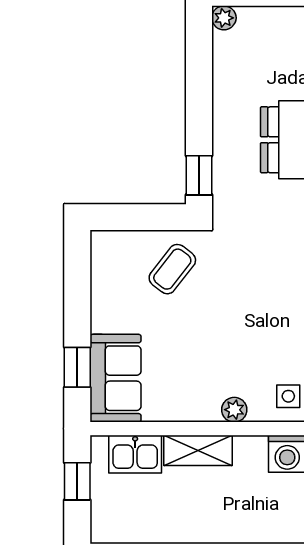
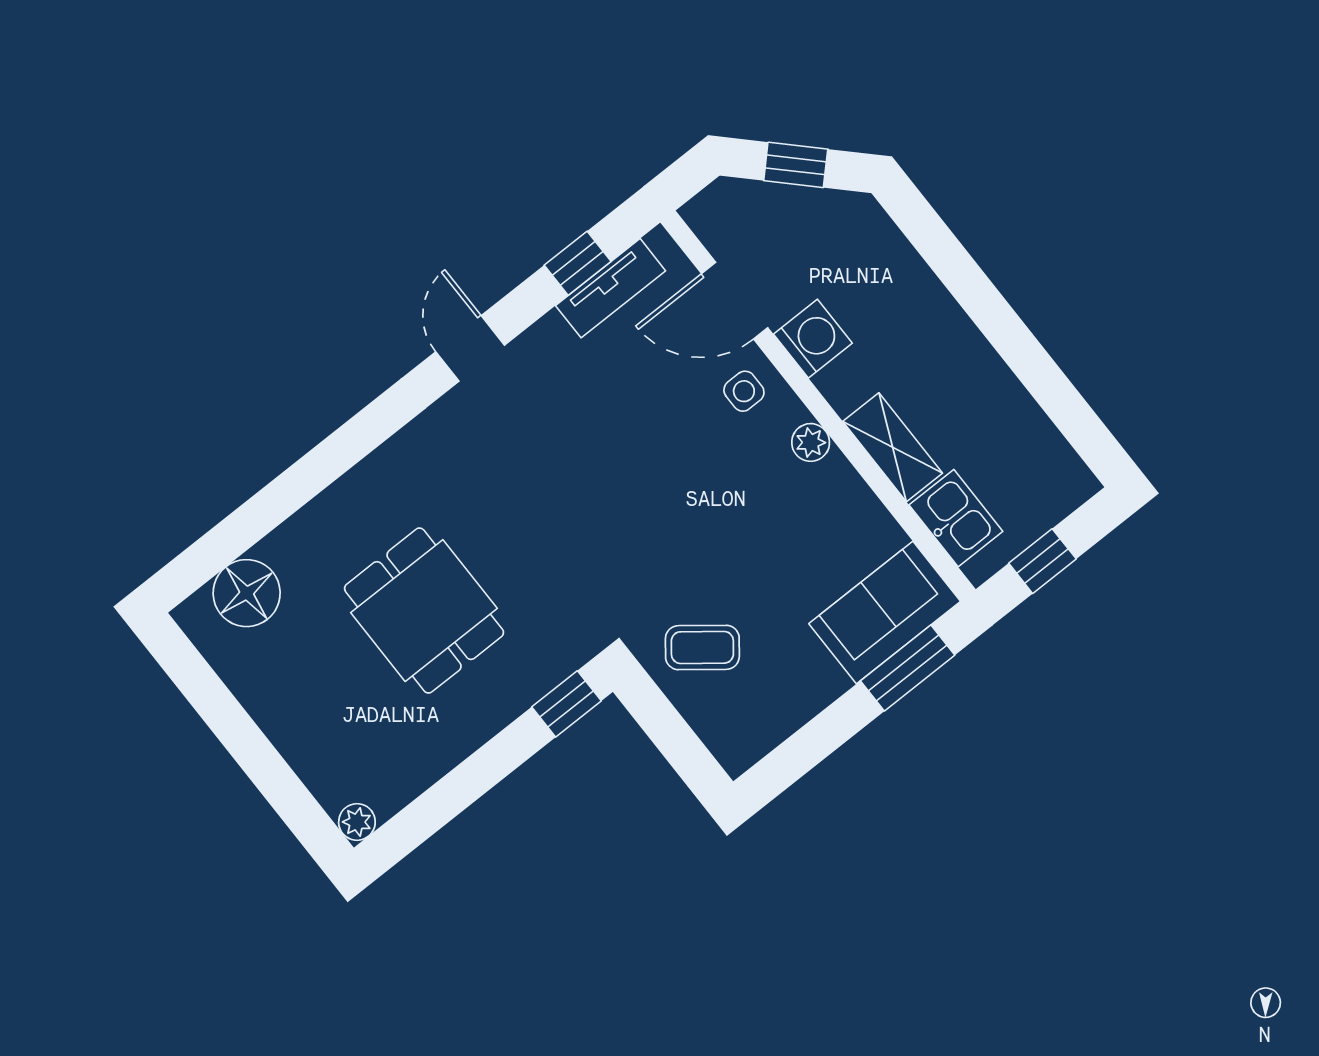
window: (77, 367) -> (908, 668), width x1.50

